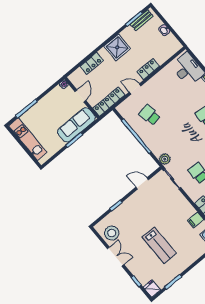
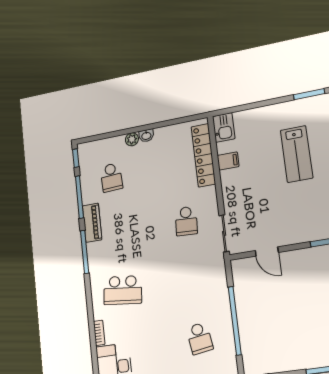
plant: (165, 159) -> (217, 266), removed
lab bench: (159, 245) -> (297, 154), turned 180

